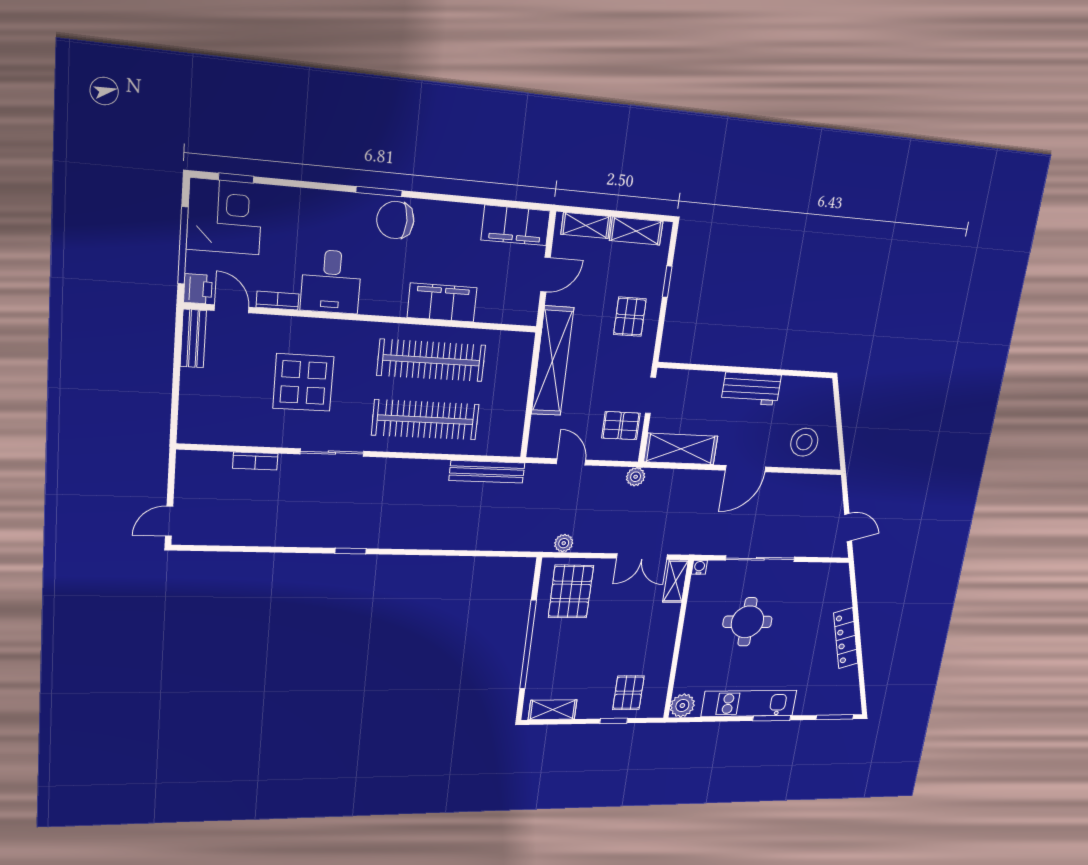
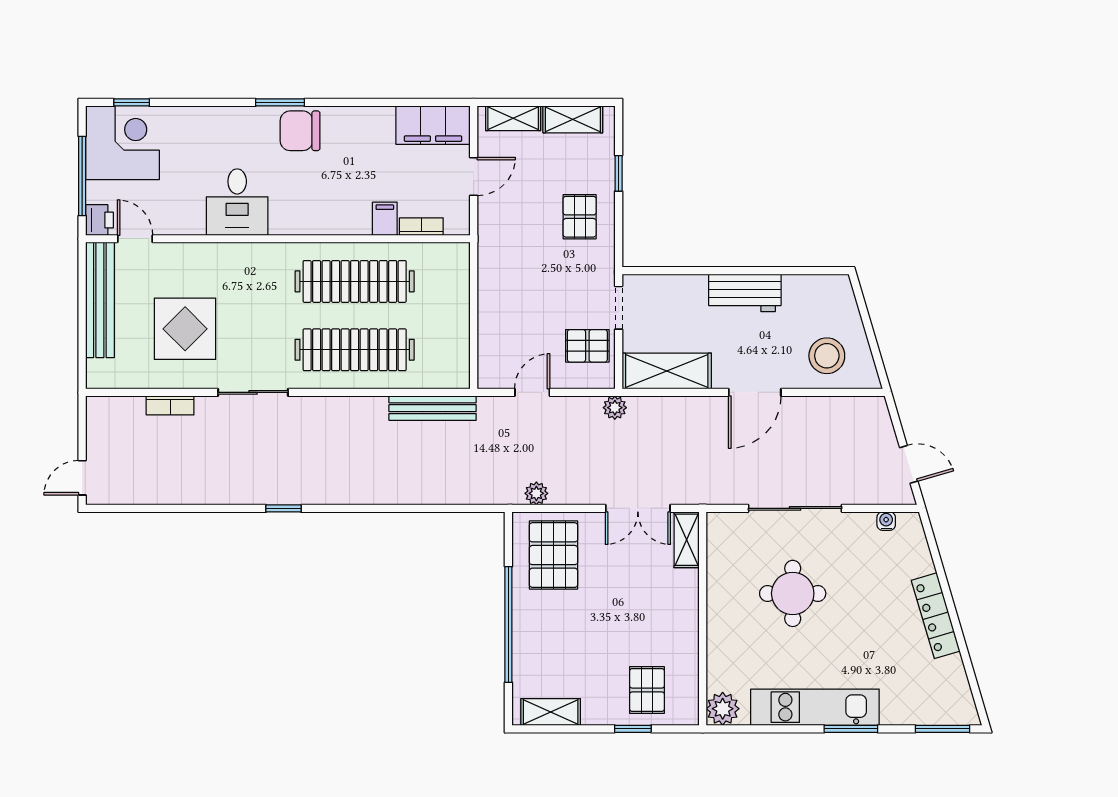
bookcase: (278, 301) -> (421, 227), moved
filing cabinet: (442, 303) -> (385, 219), width x0.33, depth x0.86
bench: (193, 339) -> (100, 300), width x1.86, depth x1.21
shelving: (552, 361) -> (494, 274), removed
display table: (303, 382) -> (185, 329), moved
door: (571, 462) -> (532, 392), hinge flipped
water cooler: (699, 567) -> (886, 521), moved

